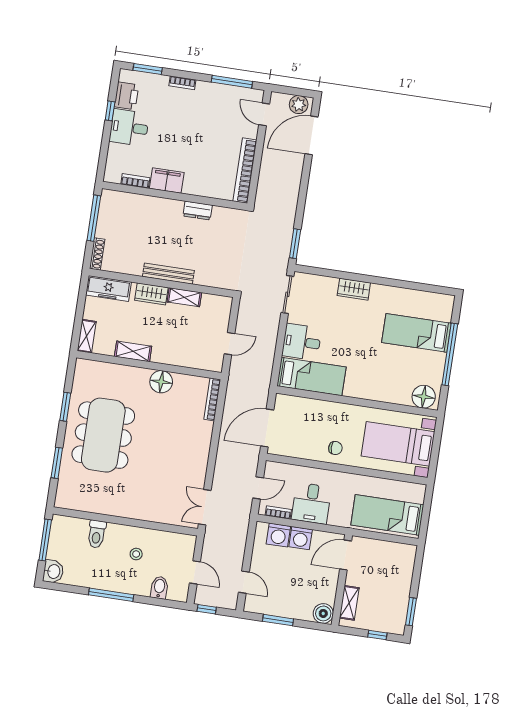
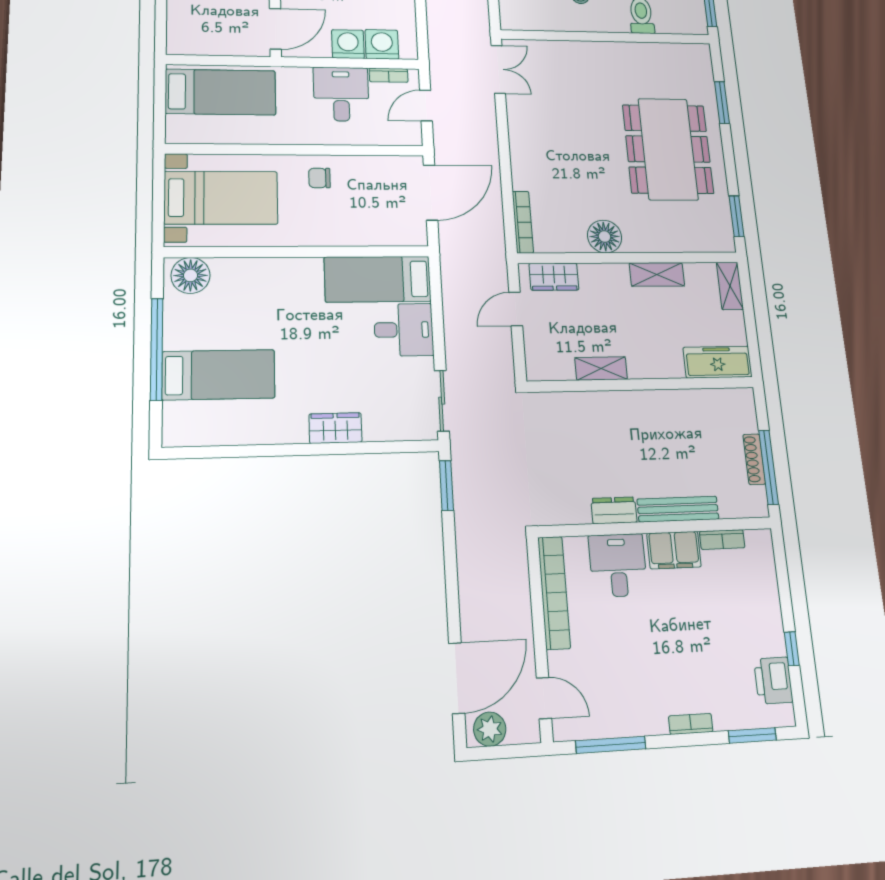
desk: (129, 128) -> (618, 565), moved, turned -90
shoe rack: (97, 254) -> (754, 459), moved
bench: (168, 274) -> (678, 509), moved
wardrobe: (151, 294) -> (554, 277), moved, turned 180
window: (65, 407) -> (736, 216), moved

